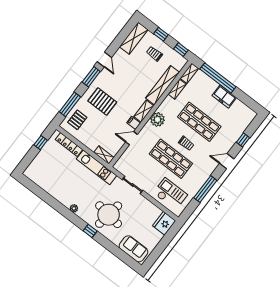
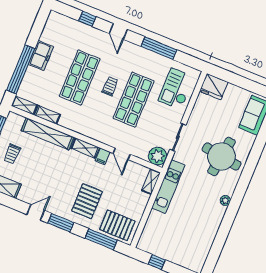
pallet: (77, 120) -> (117, 225), width x1.50, depth x1.42
plant: (157, 120) -> (158, 156), moved
locker: (69, 144) -> (150, 227), removed
window: (90, 231) -> (247, 173), removed

